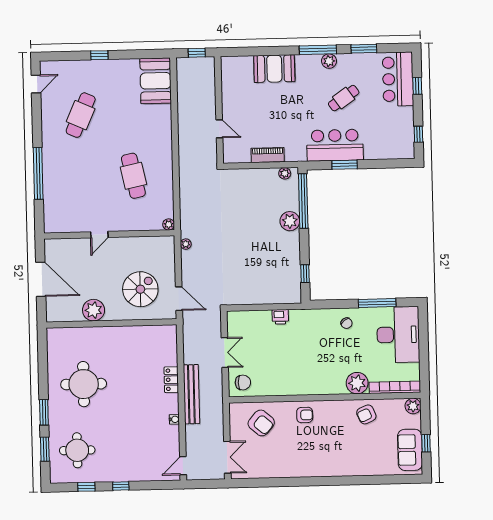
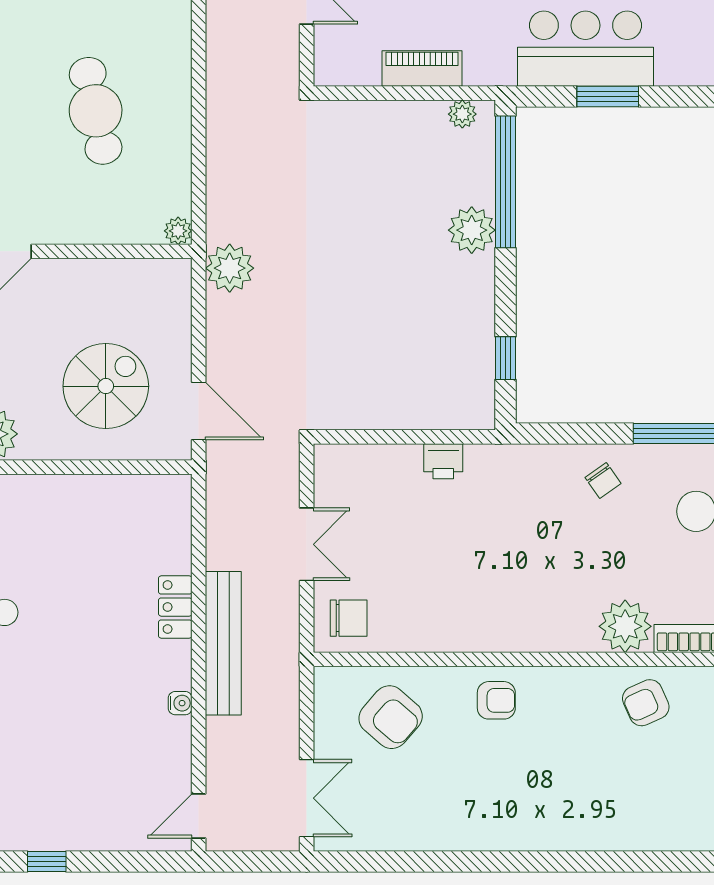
plant: (186, 244) -> (230, 268), width x1.87, depth x1.87

